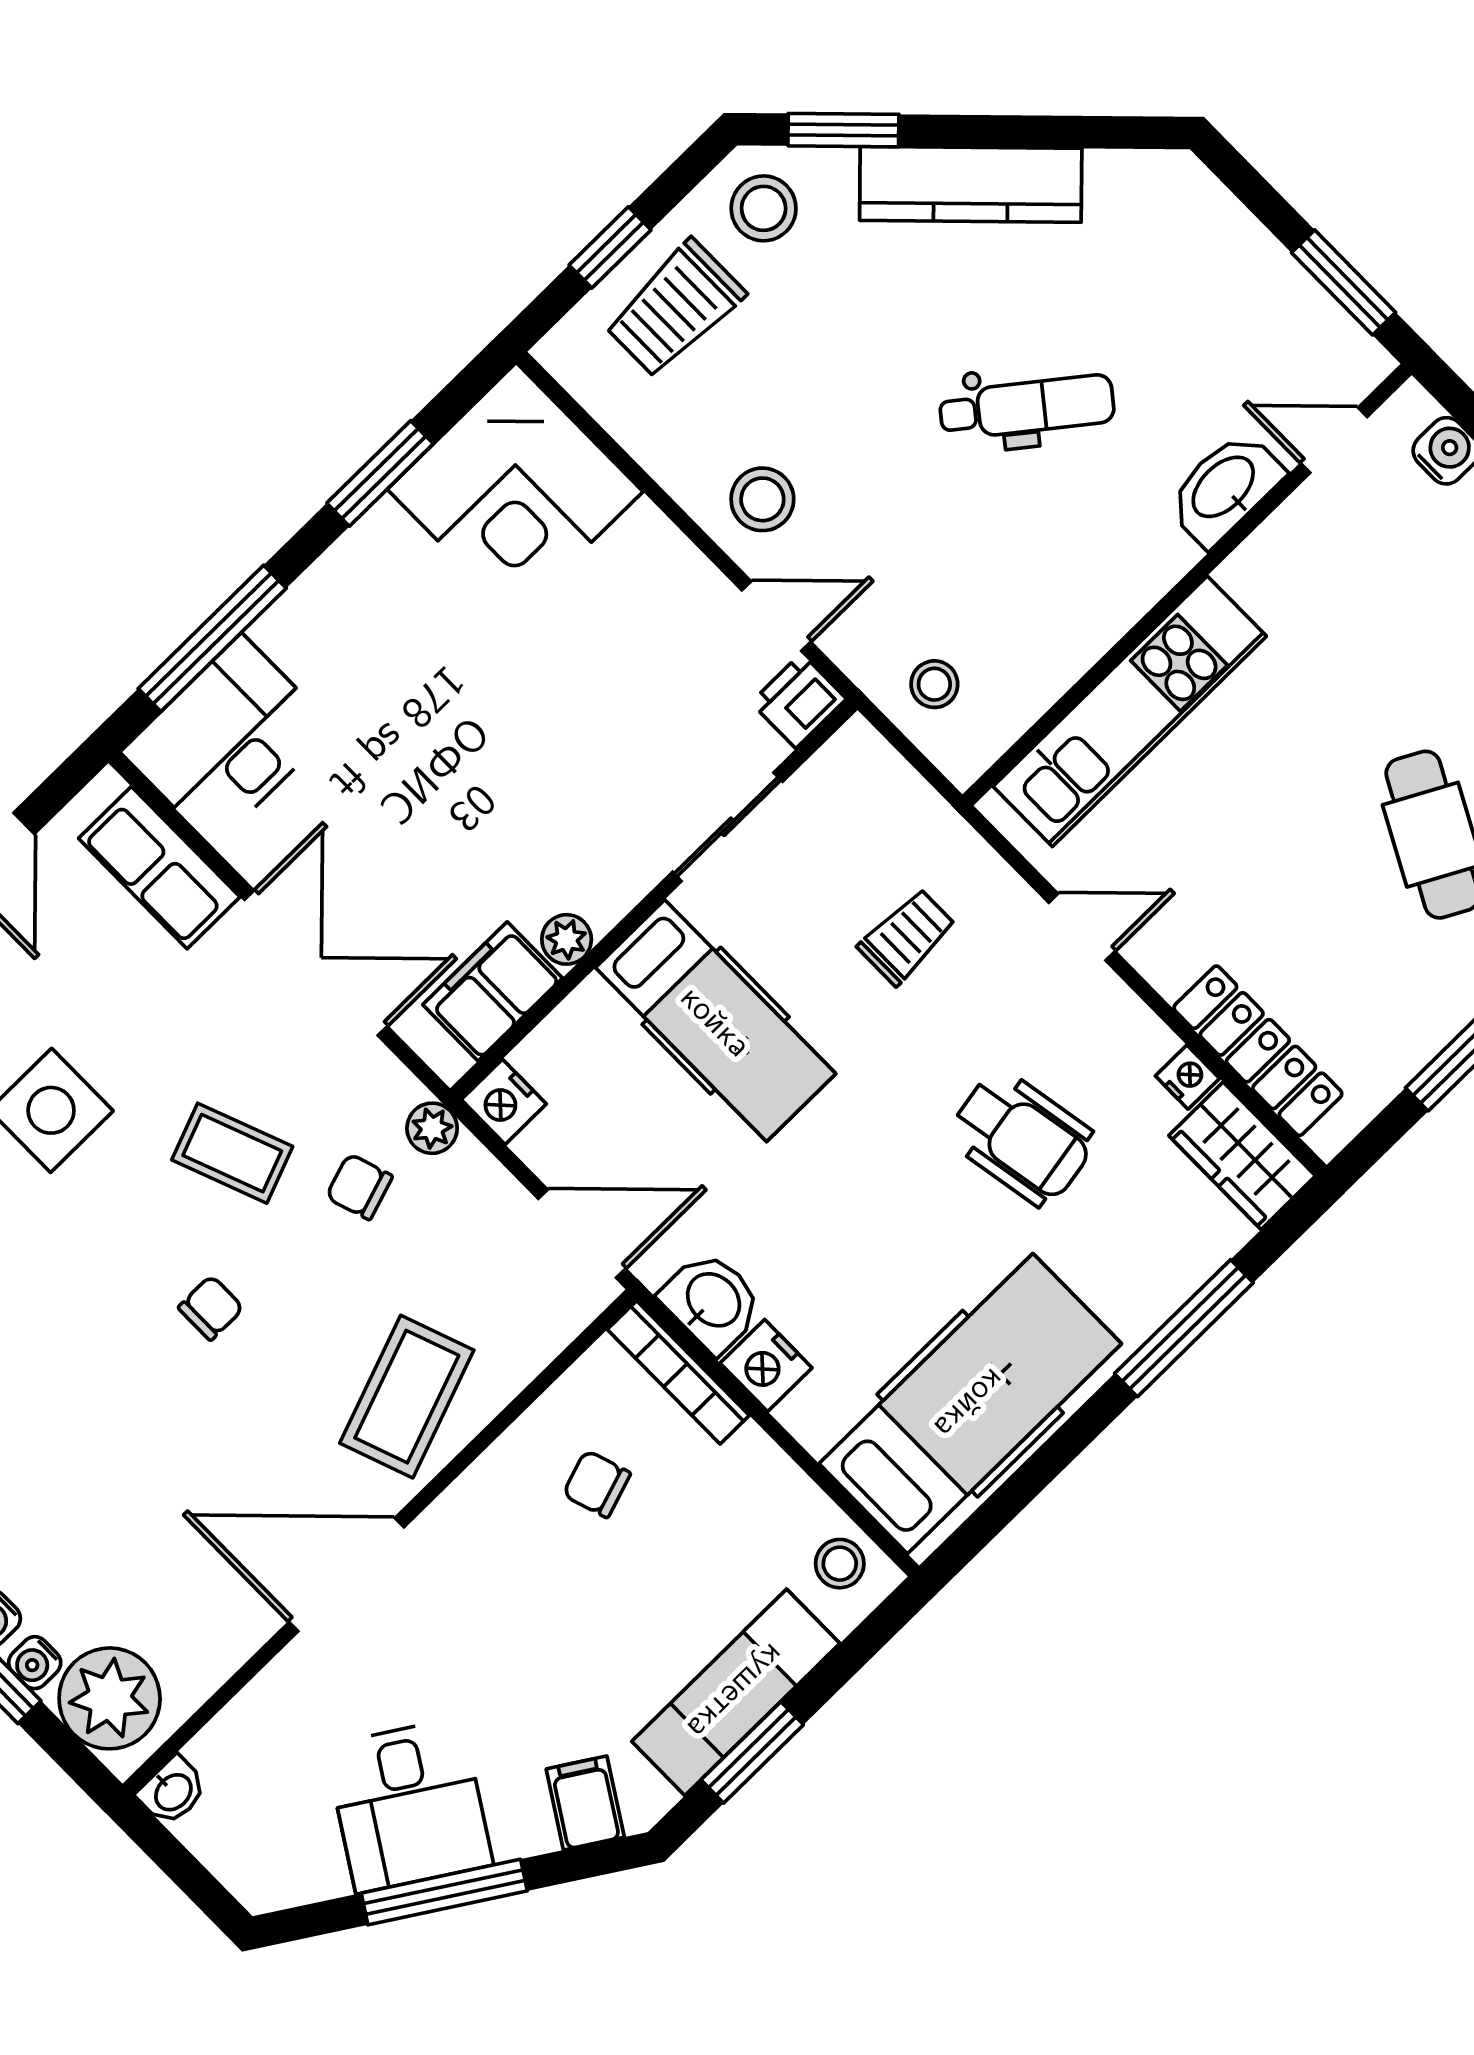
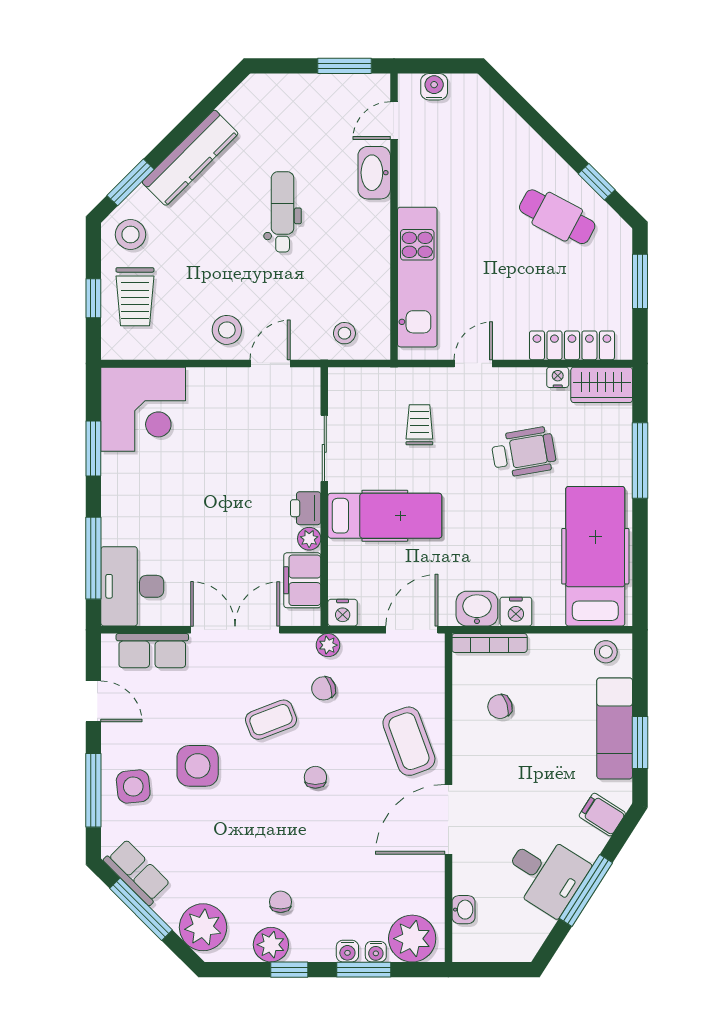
dental chair: (1027, 407) -> (283, 212), turned -38
printer: (799, 701) -> (306, 508), moved
washbasin: (172, 1791) -> (463, 910), moved

